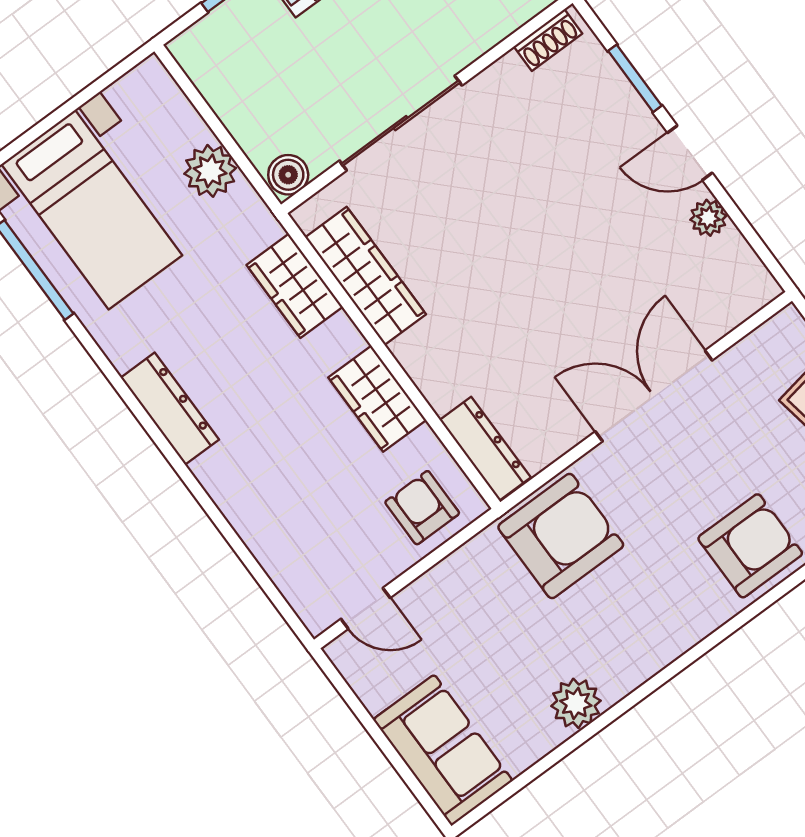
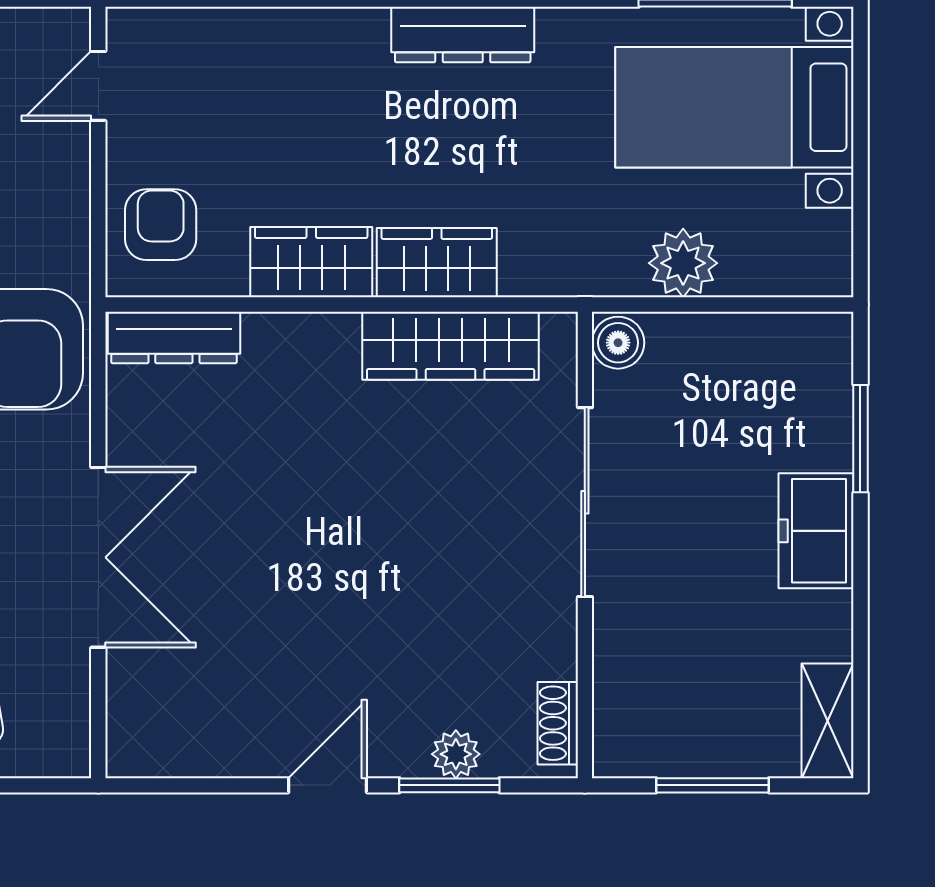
plant: (708, 218) -> (456, 754), moved
wardrobe: (295, 286) -> (437, 263), moved
armchair: (422, 508) -> (161, 225), turned -90

